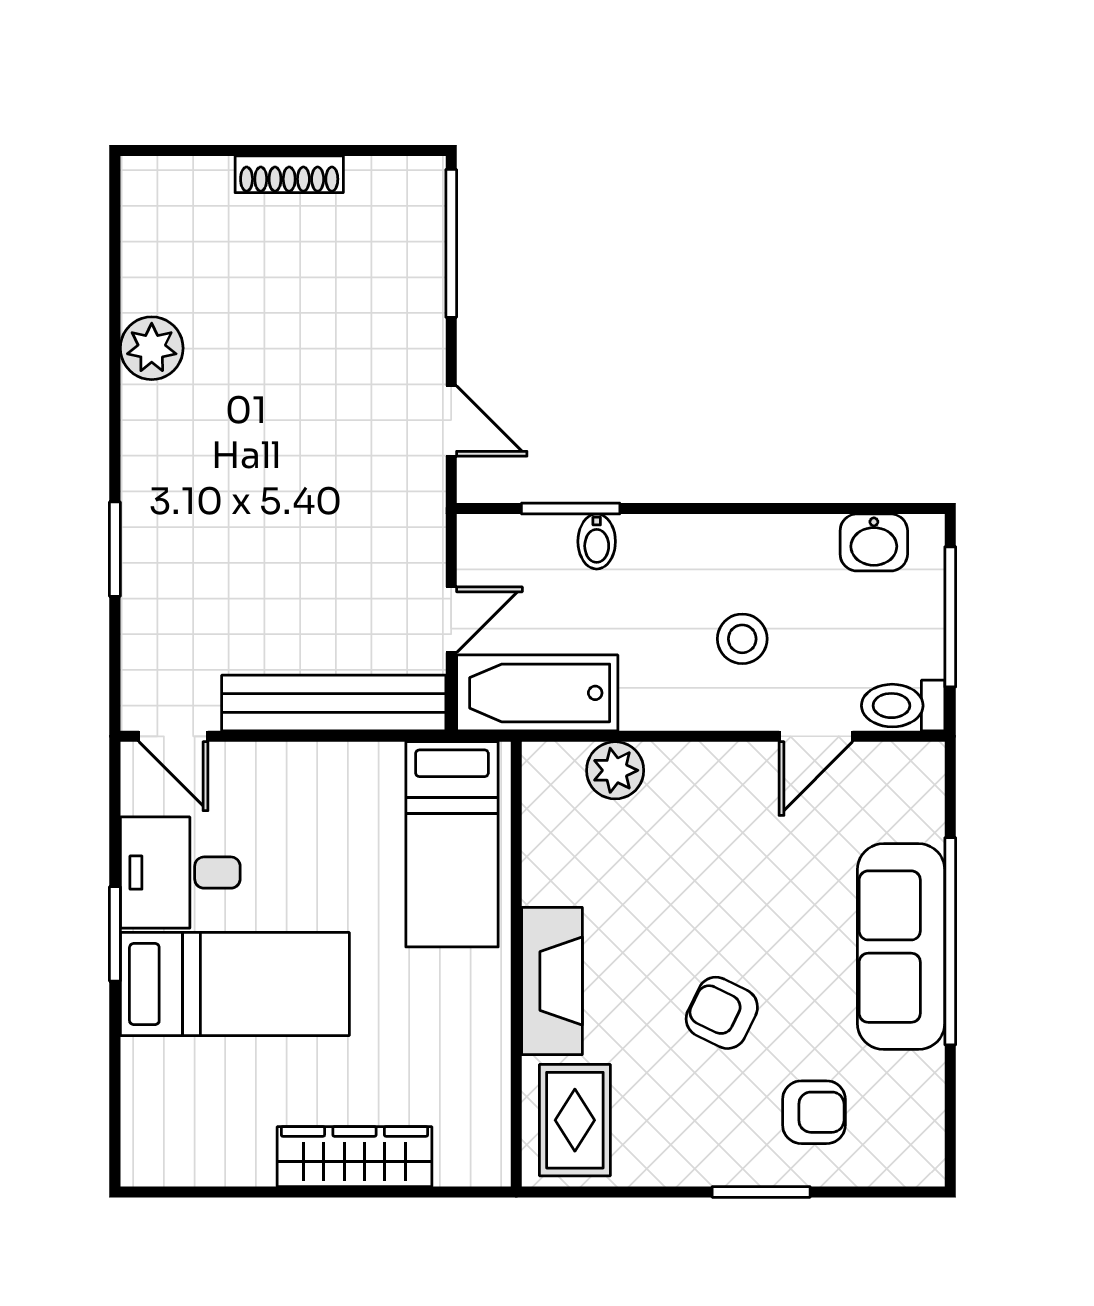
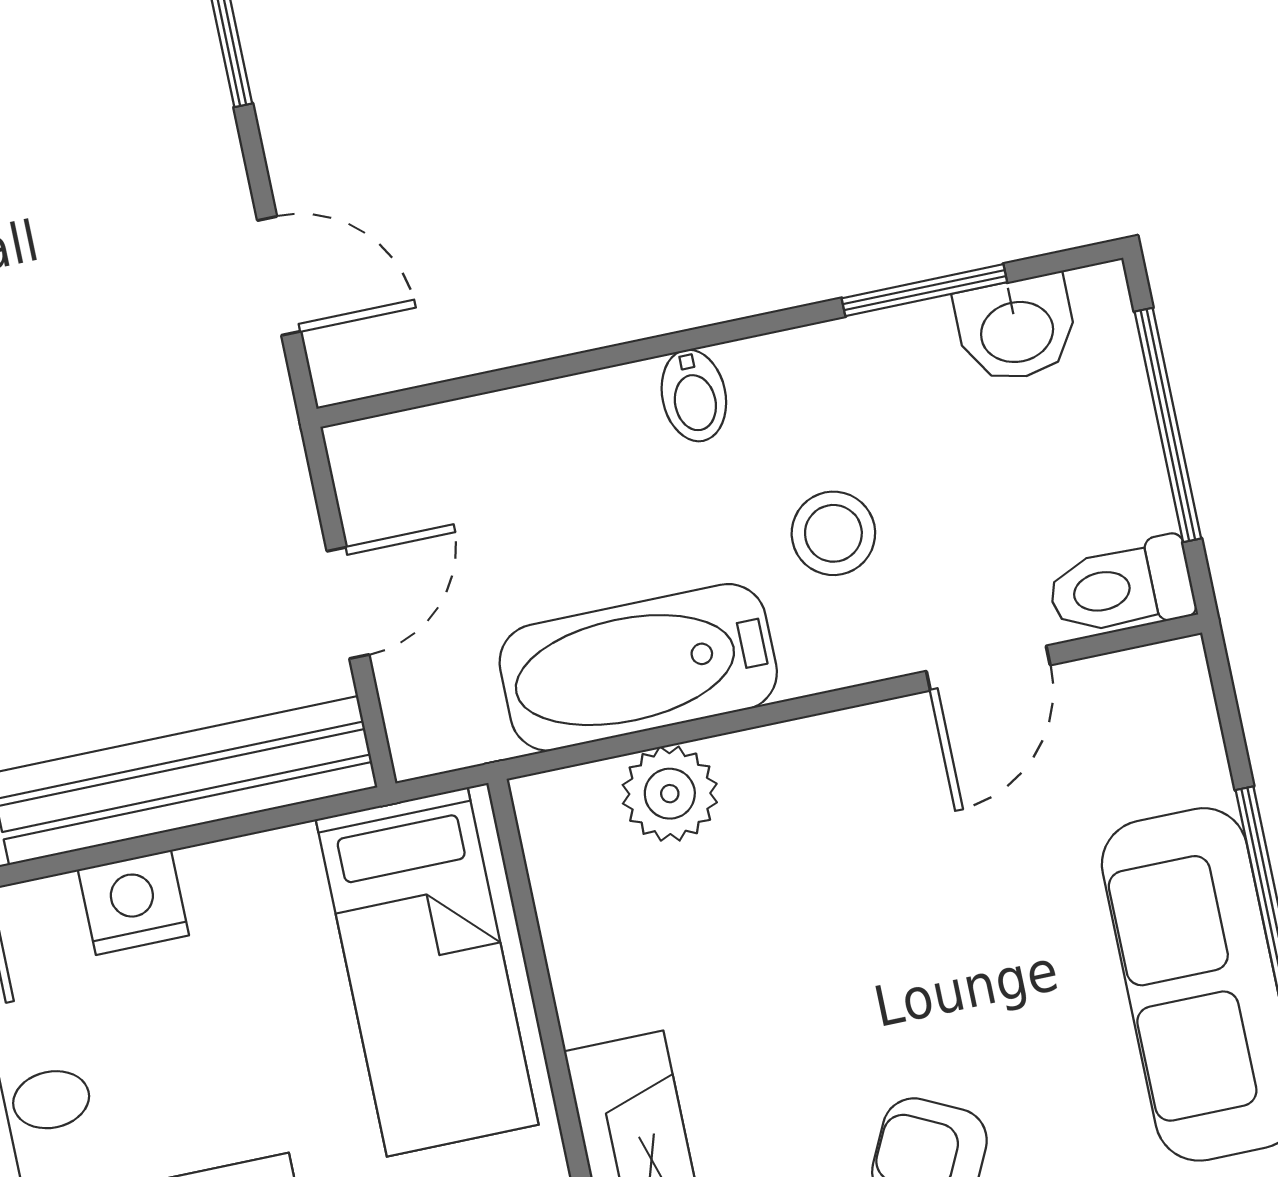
window: (571, 508) -> (924, 290), moved
bidet: (597, 541) -> (694, 395), moved
bathtub: (537, 693) -> (638, 667), moved
nightstand: (289, 768) -> (133, 902), added

